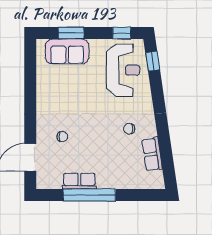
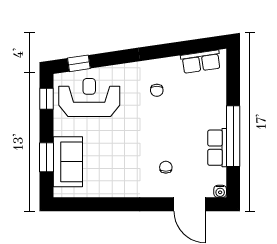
row of seats: (152, 154) -> (201, 62), moved
water cooler: (41, 184) -> (220, 191), added

